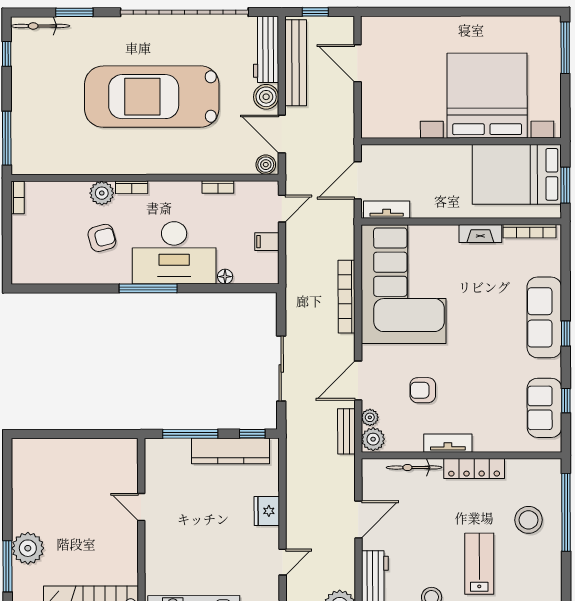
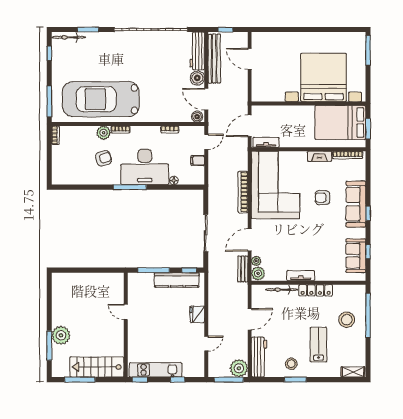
car: (152, 97) -> (101, 99), moved
armchair: (423, 390) -> (323, 198), moved

